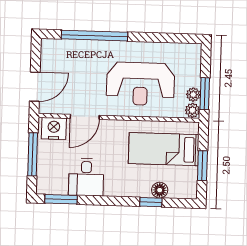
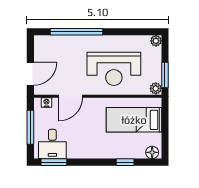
plant: (193, 95) -> (156, 41), moved
nightstand: (54, 128) -> (46, 102), width x0.53, depth x0.56
window: (202, 166) -> (165, 132), removed
desk: (86, 177) -> (52, 144), moved
floor lamp: (160, 190) -> (152, 152), moved

